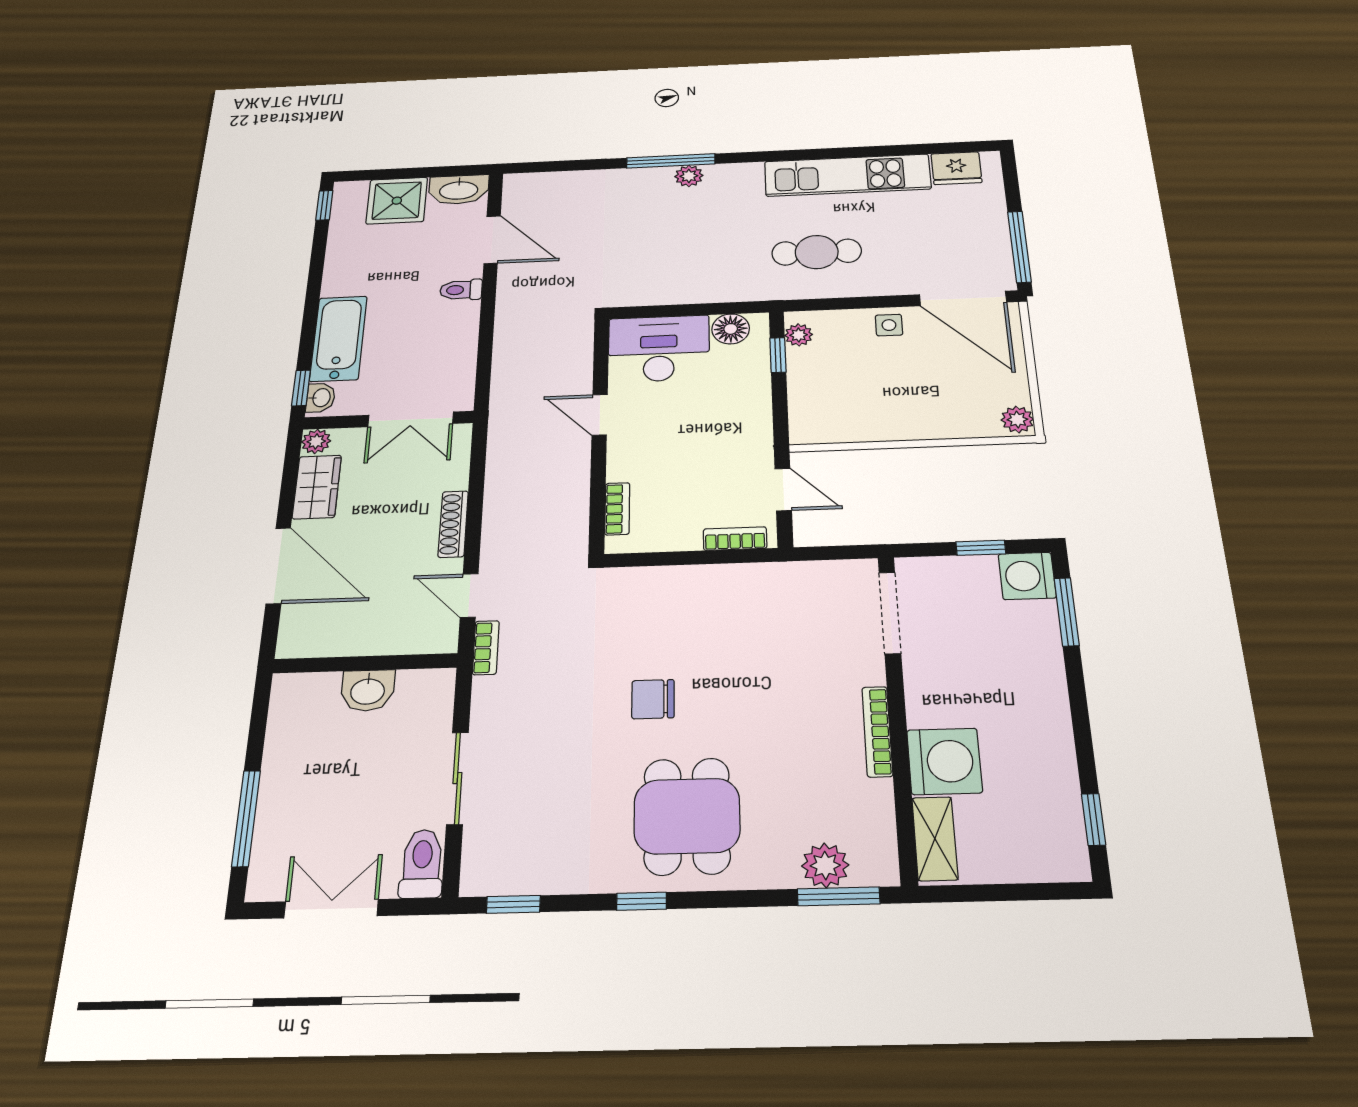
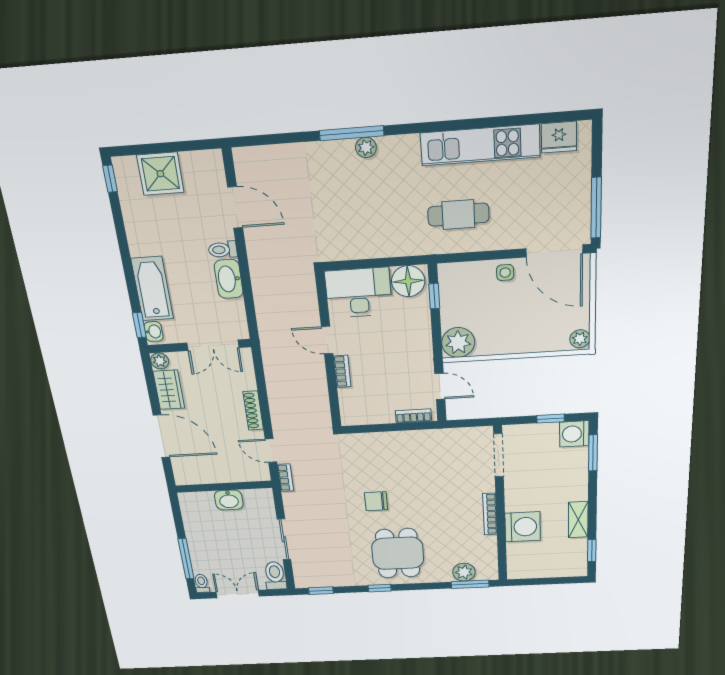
washbasin: (459, 190) -> (229, 279), moved, turned 90
floor lamp: (731, 329) -> (408, 281), width x1.38, depth x1.38
plant: (799, 335) -> (458, 342), moved, width x1.88, depth x1.88
bookcase: (617, 509) -> (342, 371), moved
shelving: (935, 839) -> (578, 520), moved
toilet: (261, 879) -> (202, 583), added

